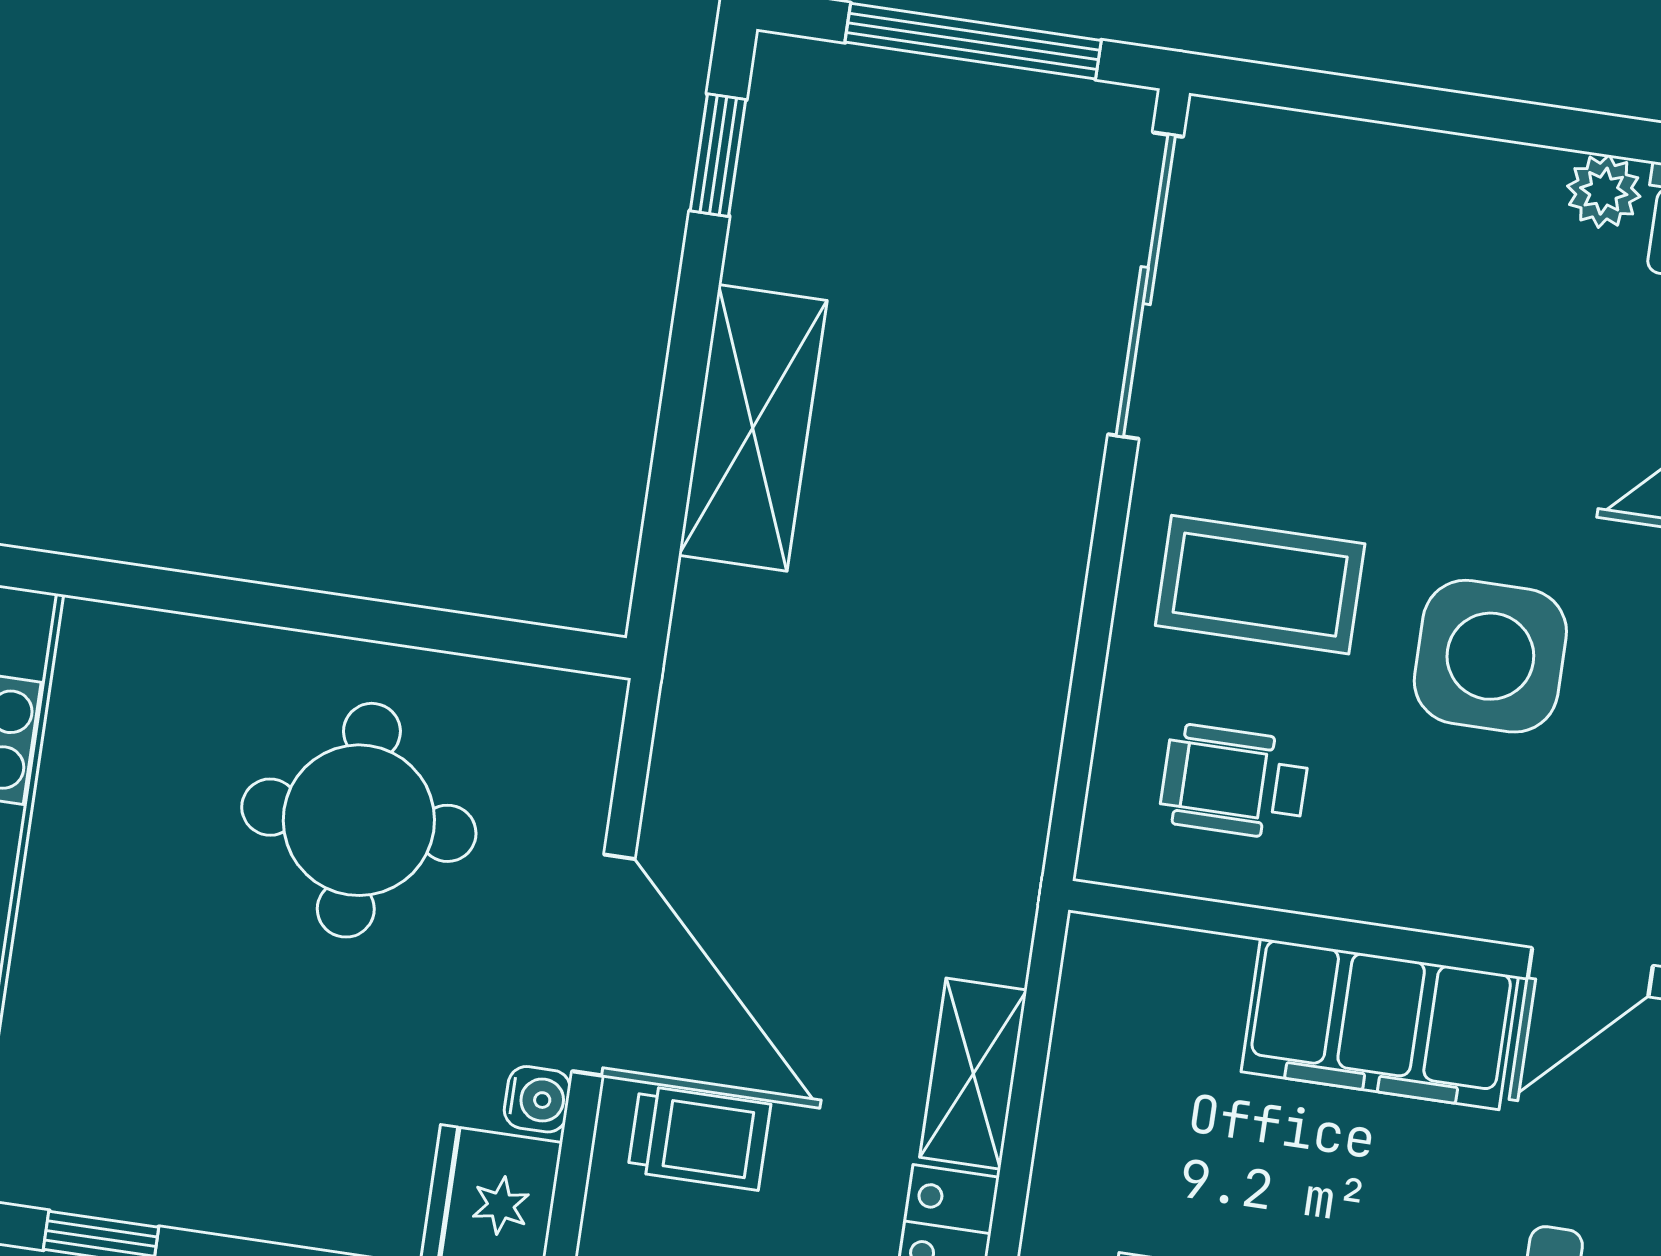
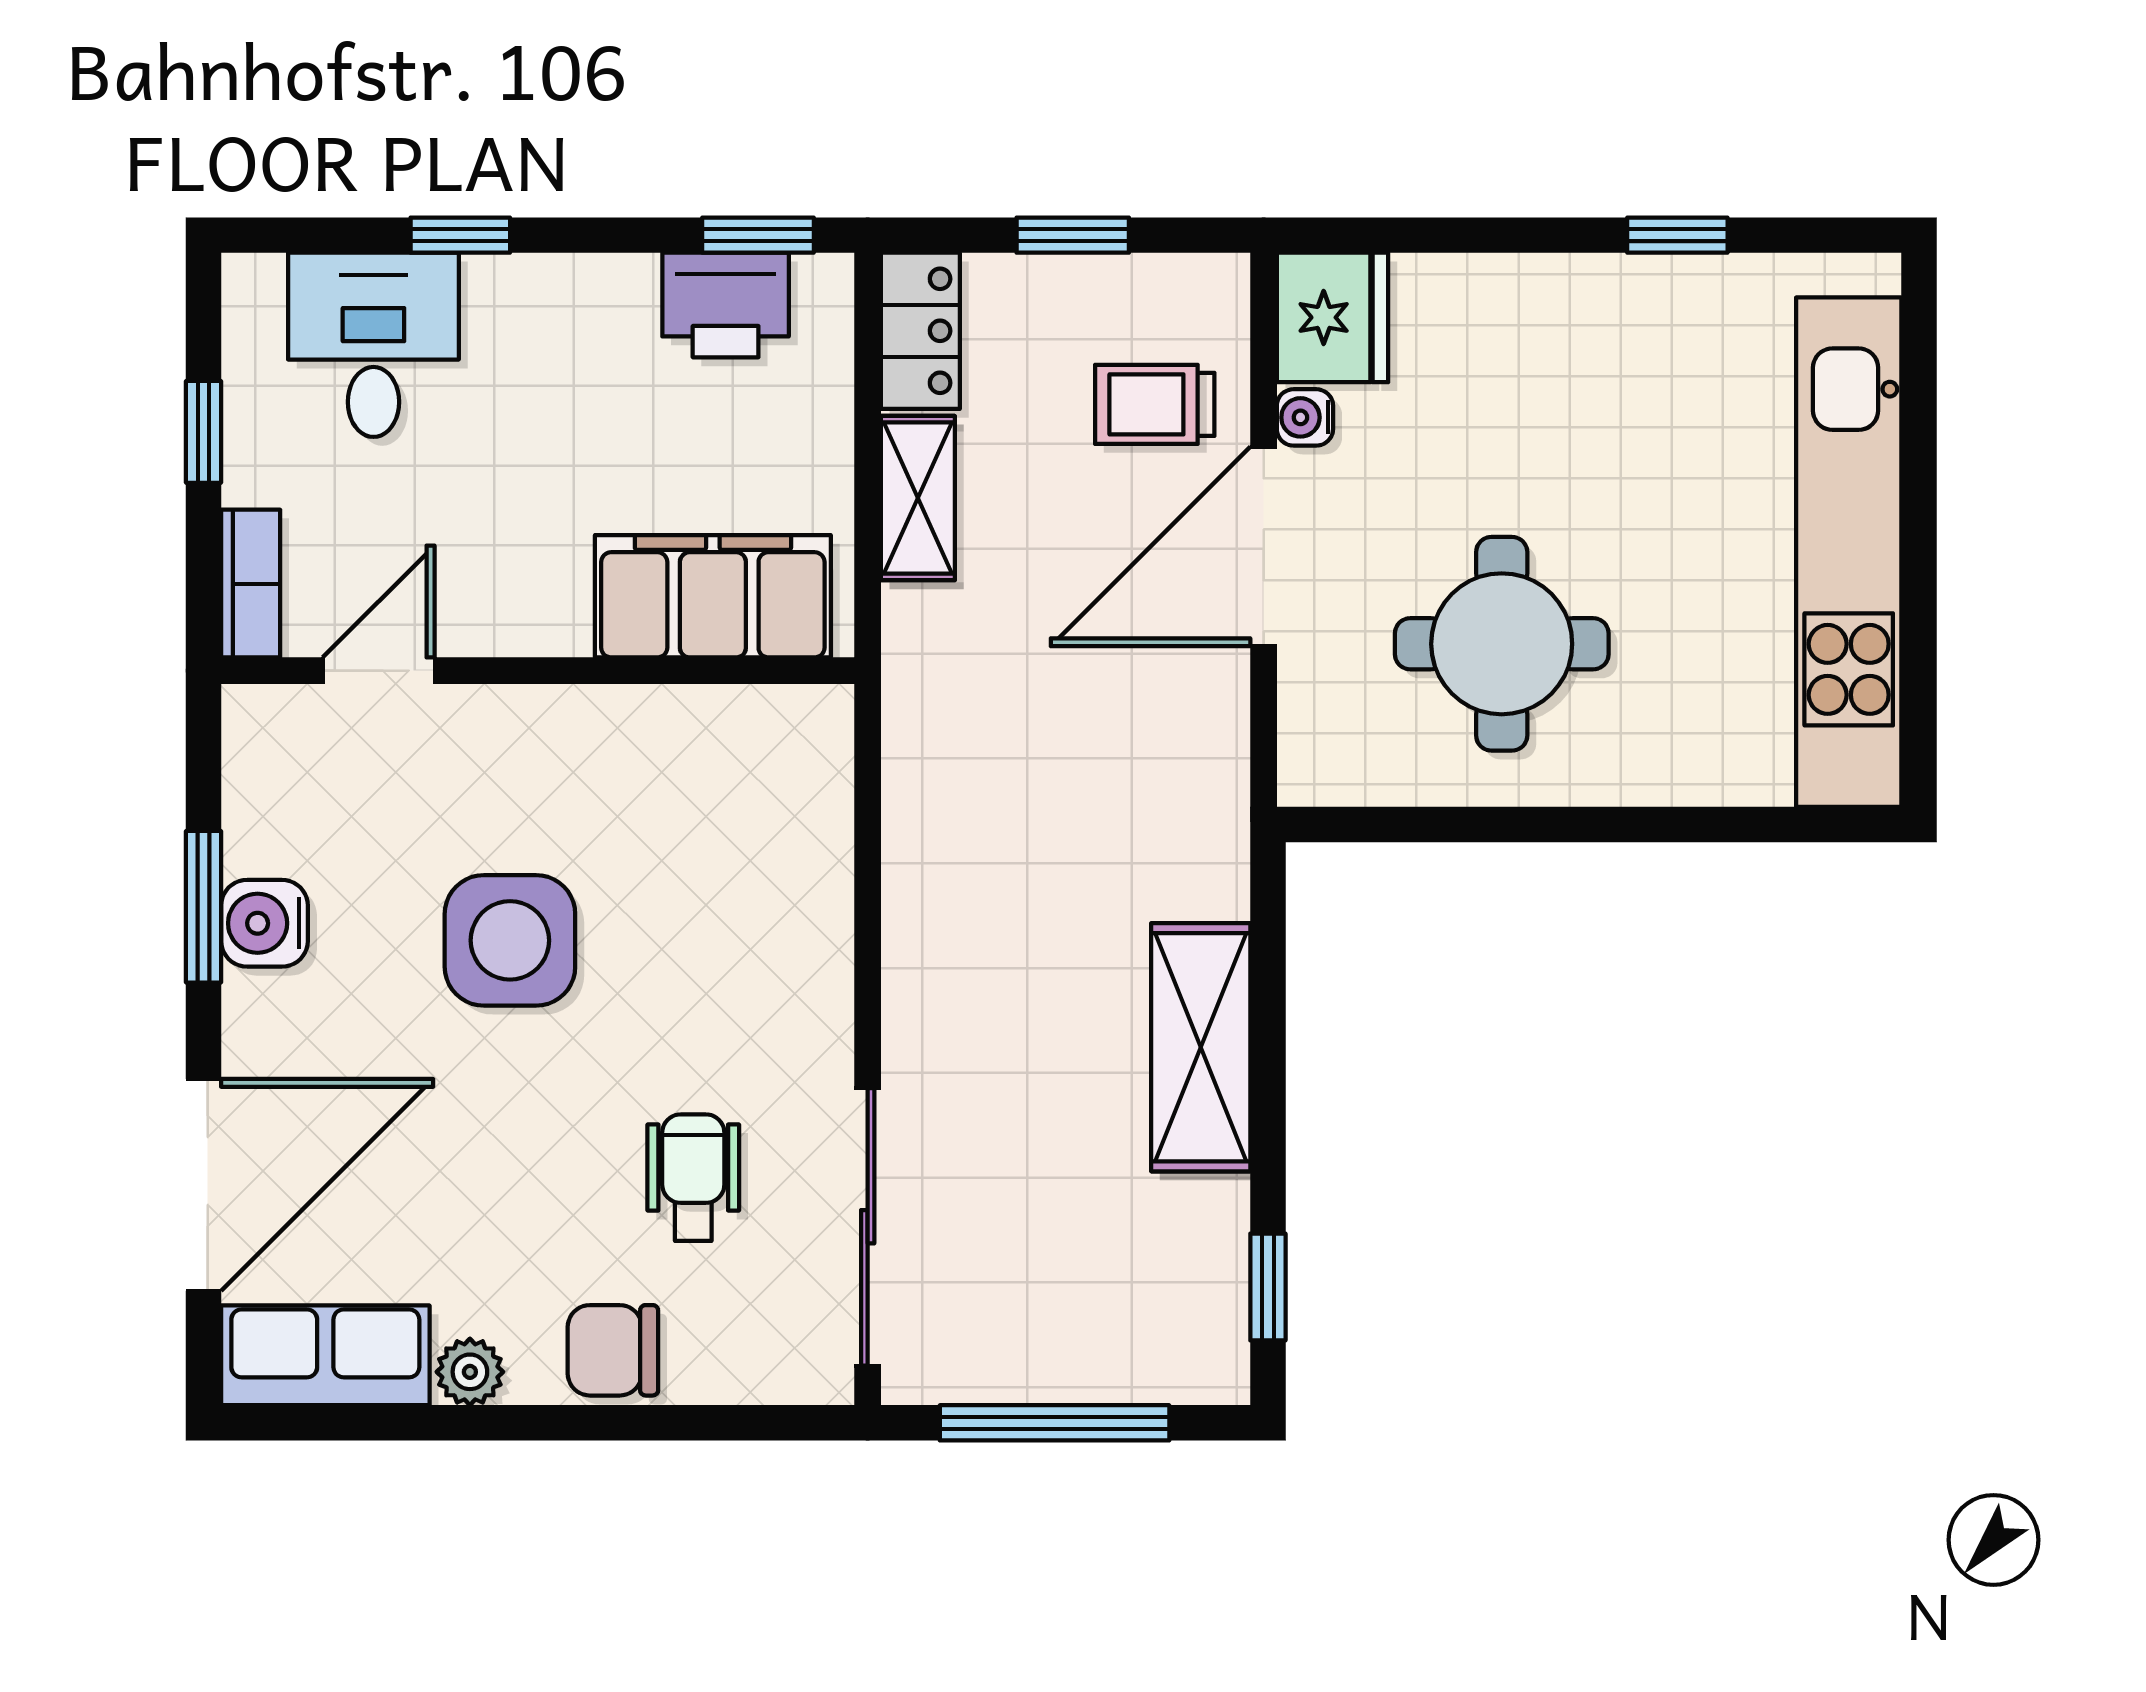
chair: (1444, 192) -> (613, 1350), added
coffee table: (1260, 585) -> (726, 974), removed
wheelchair: (1234, 782) -> (693, 1178), moved, turned -90
door: (603, 965) -> (1264, 546), hinge flipped
filing cabinet: (1380, 1024) -> (713, 596), moved

